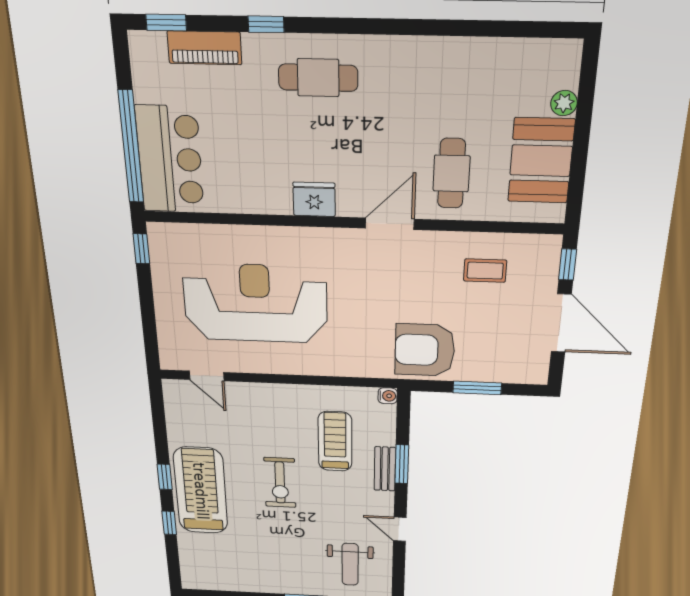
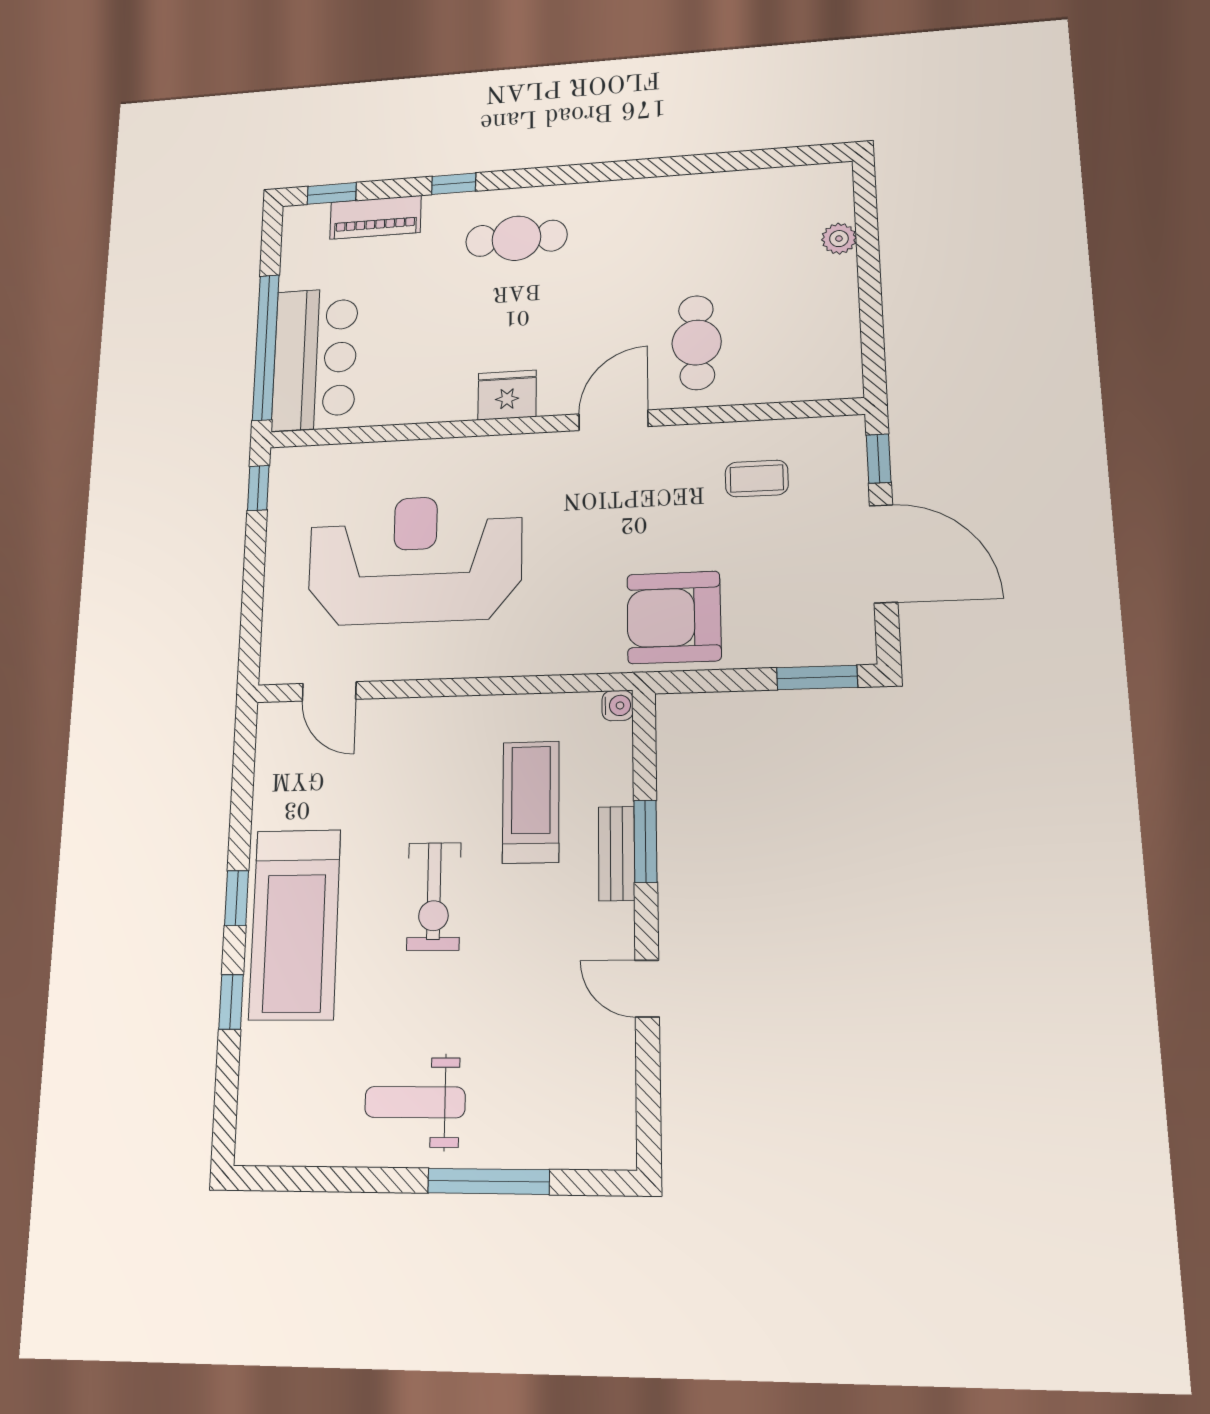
booth: (541, 161) -> (819, 314), removed
window: (477, 388) -> (817, 677), moved
treadmill: (201, 491) -> (295, 924), turned 180
weight bench: (350, 564) -> (415, 1102), moved, turned 90

